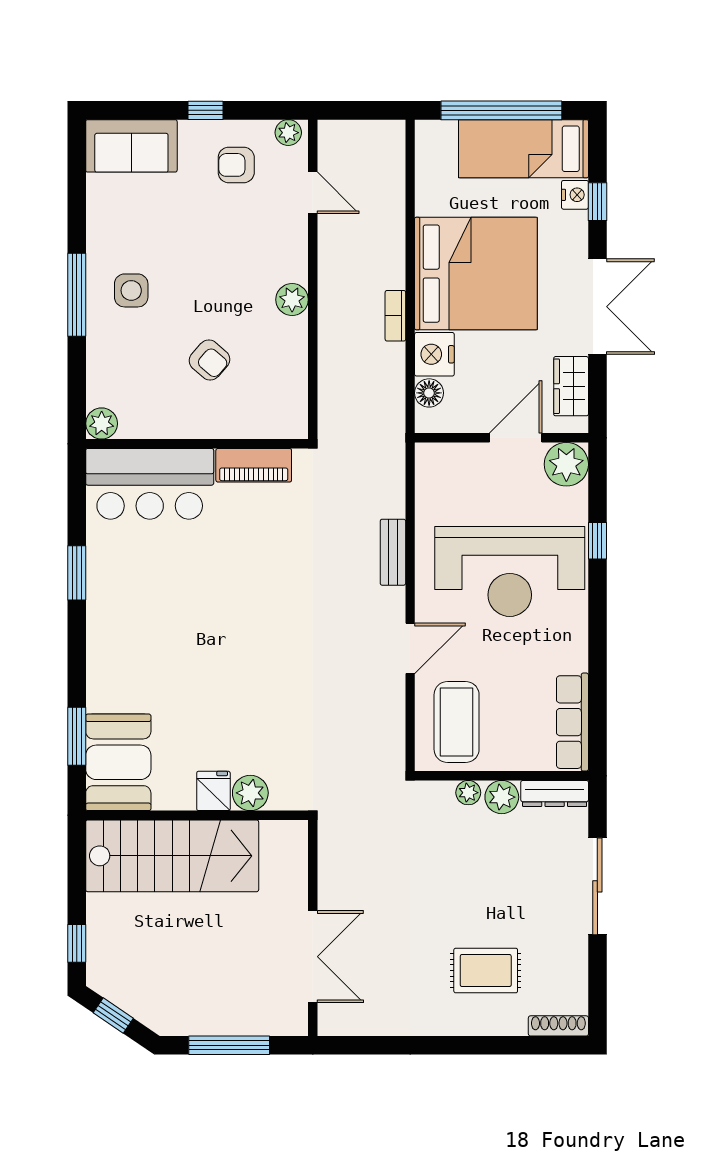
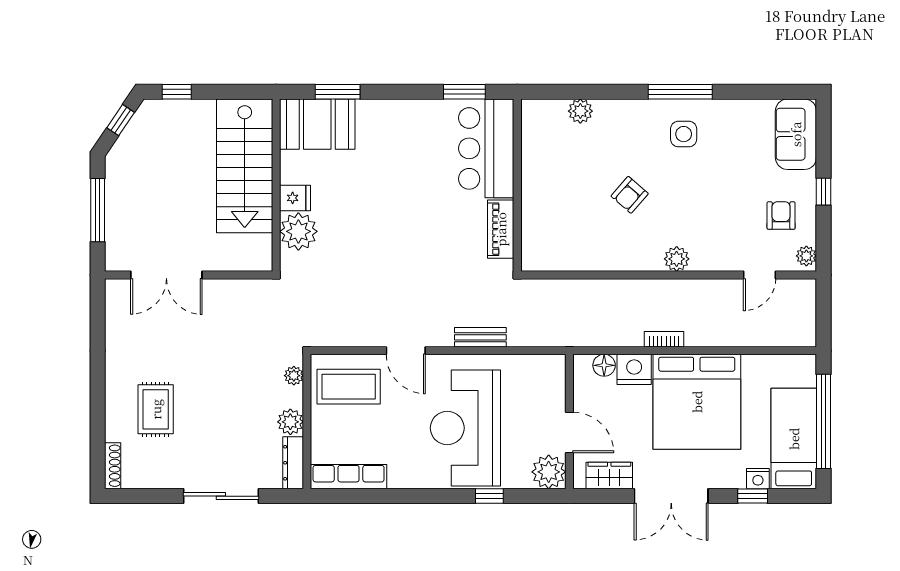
wall: (197, 444) -> (517, 185), moved
piano: (254, 465) -> (501, 229), moved
bar counter: (150, 484) -> (486, 148), moved
plant: (250, 793) -> (298, 231), width x1.36, depth x1.36
plant: (468, 793) -> (294, 376), moved

